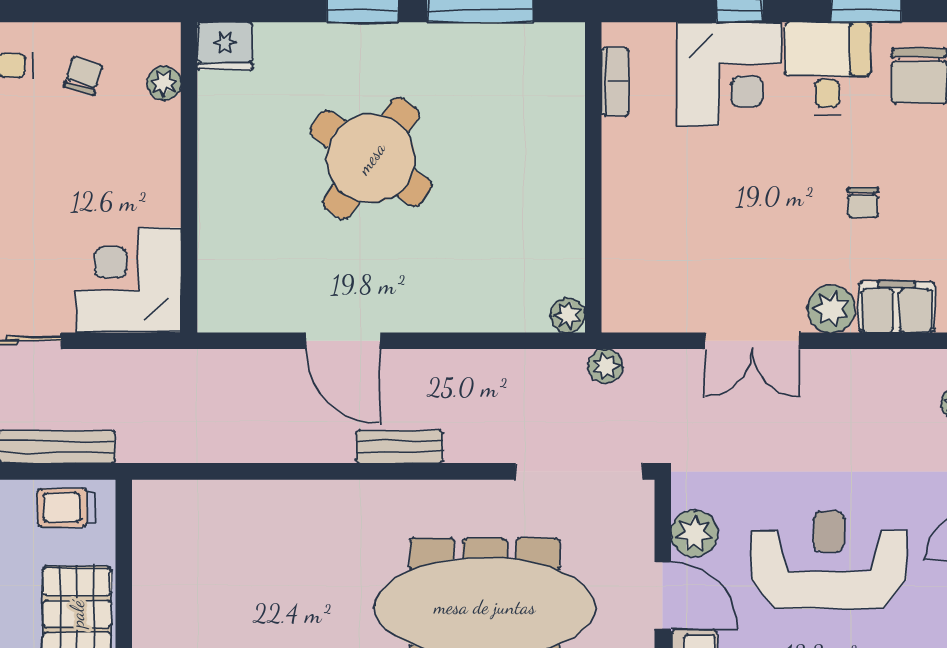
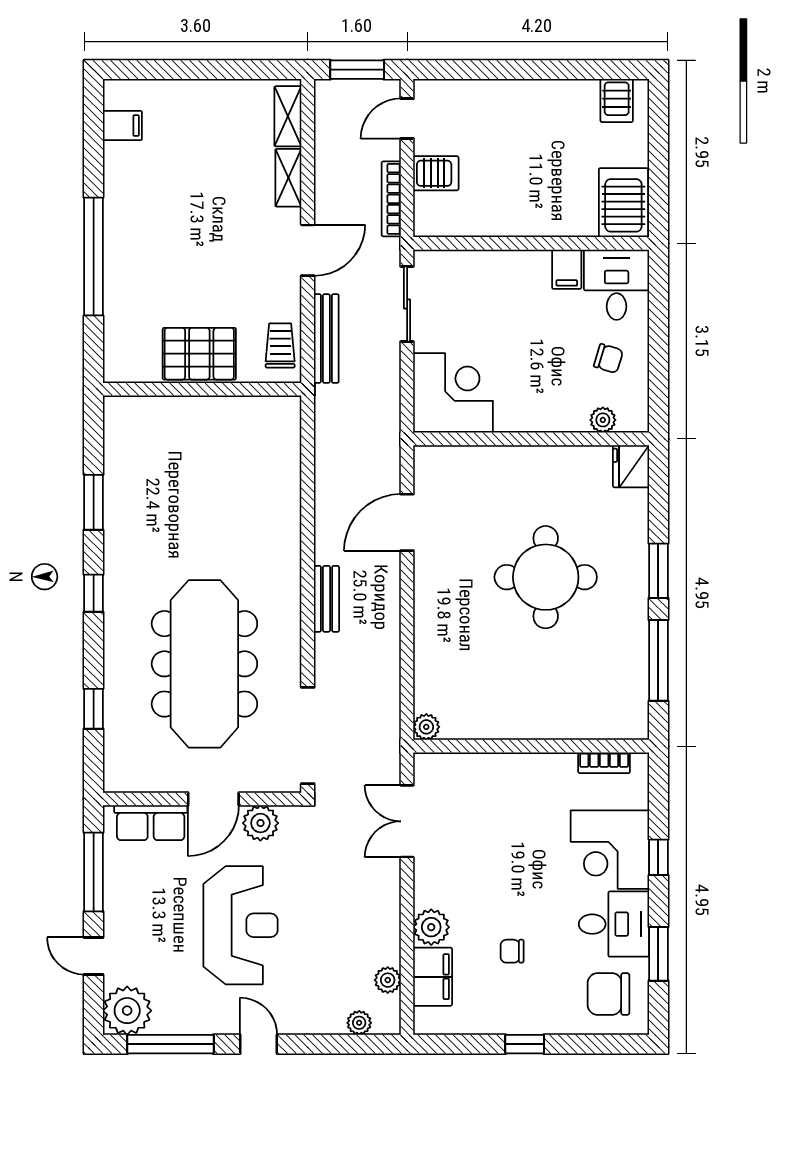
round table: (371, 158) -> (546, 577), turned -35
door: (343, 341) -> (407, 522), moved
double door: (752, 341) -> (407, 821), moved
plant: (605, 366) -> (388, 980), moved

